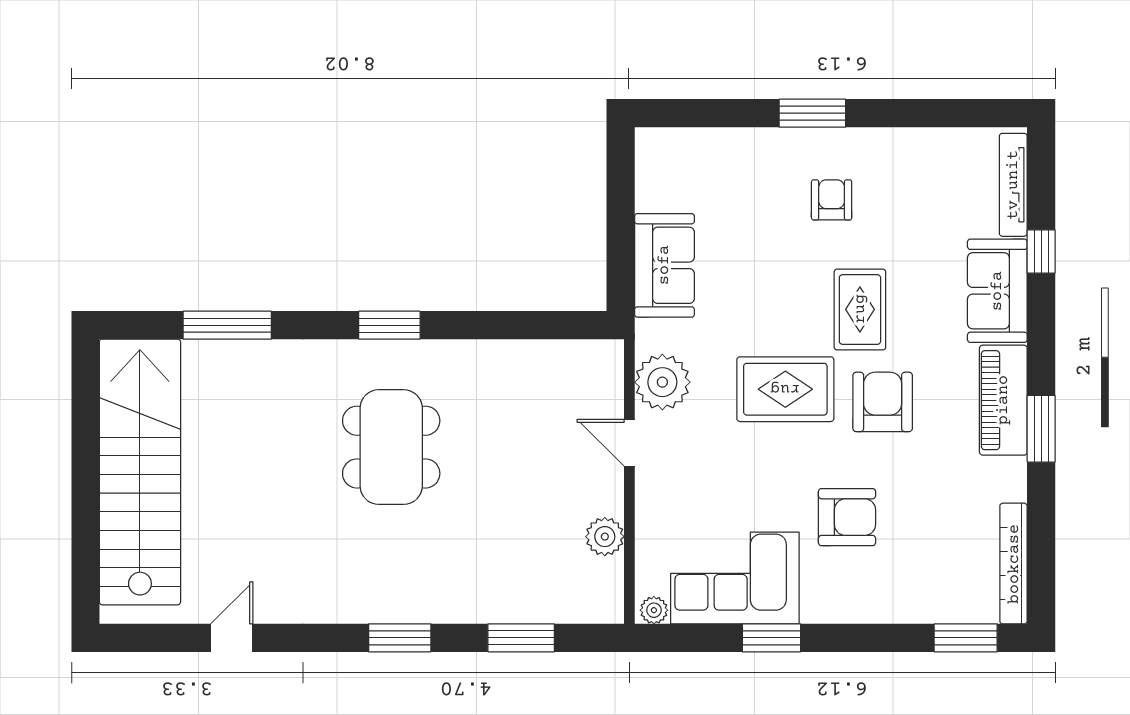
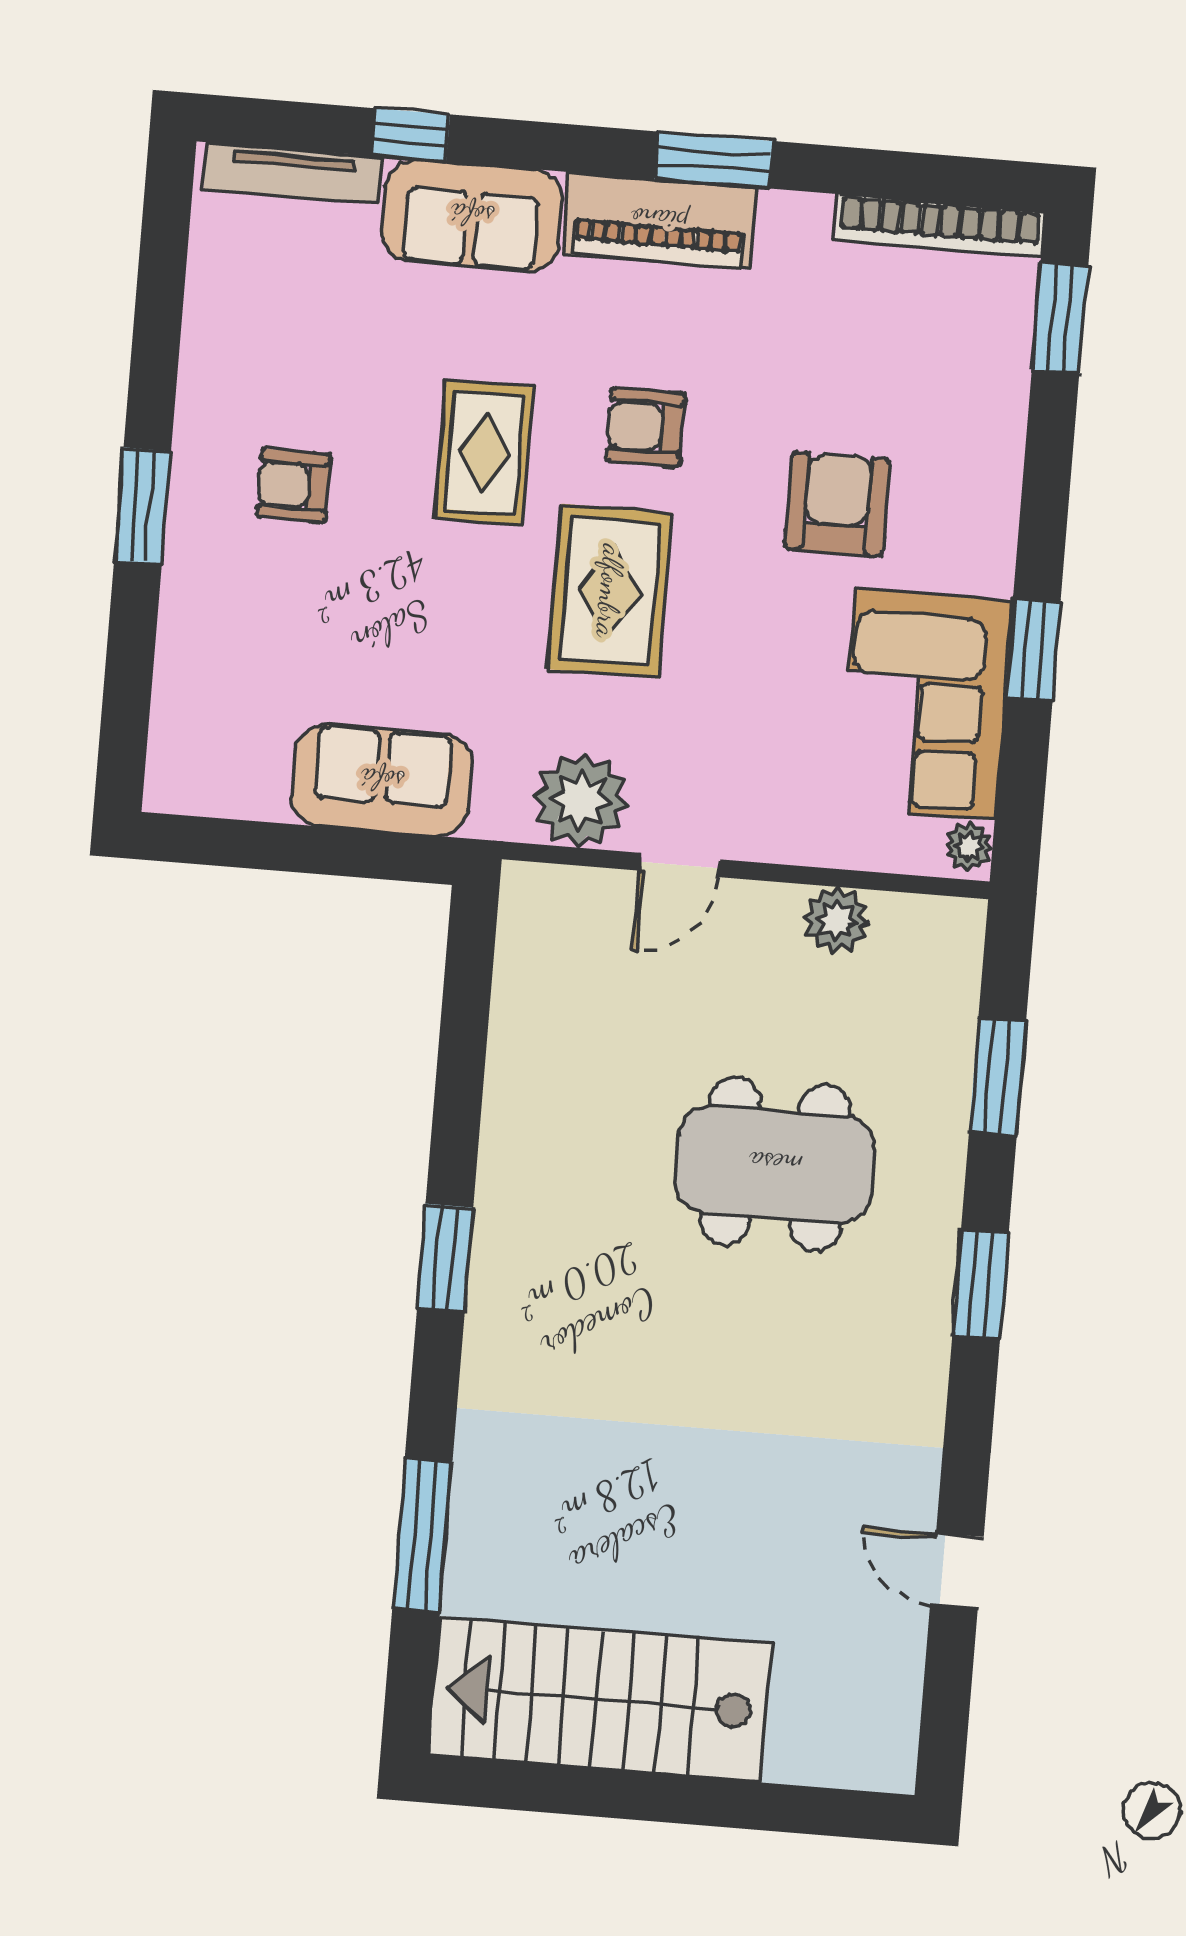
rug: (860, 309) -> (485, 453), turned 90
armchair: (883, 402) -> (645, 427), width x0.72, depth x0.72
dining table: (391, 447) -> (775, 1164), moved
stairs: (140, 472) -> (600, 1699), width x0.73

